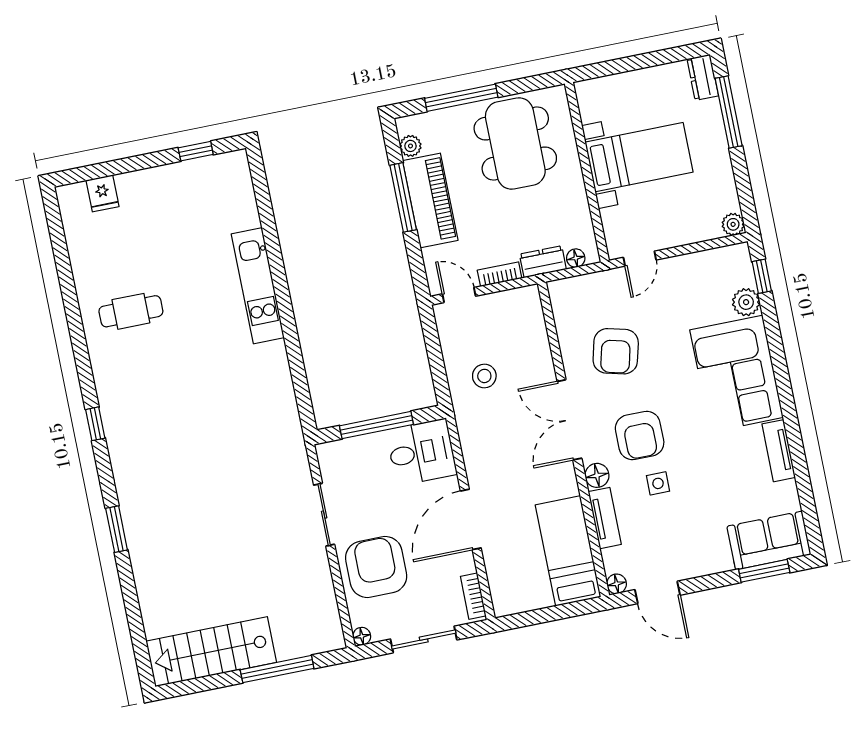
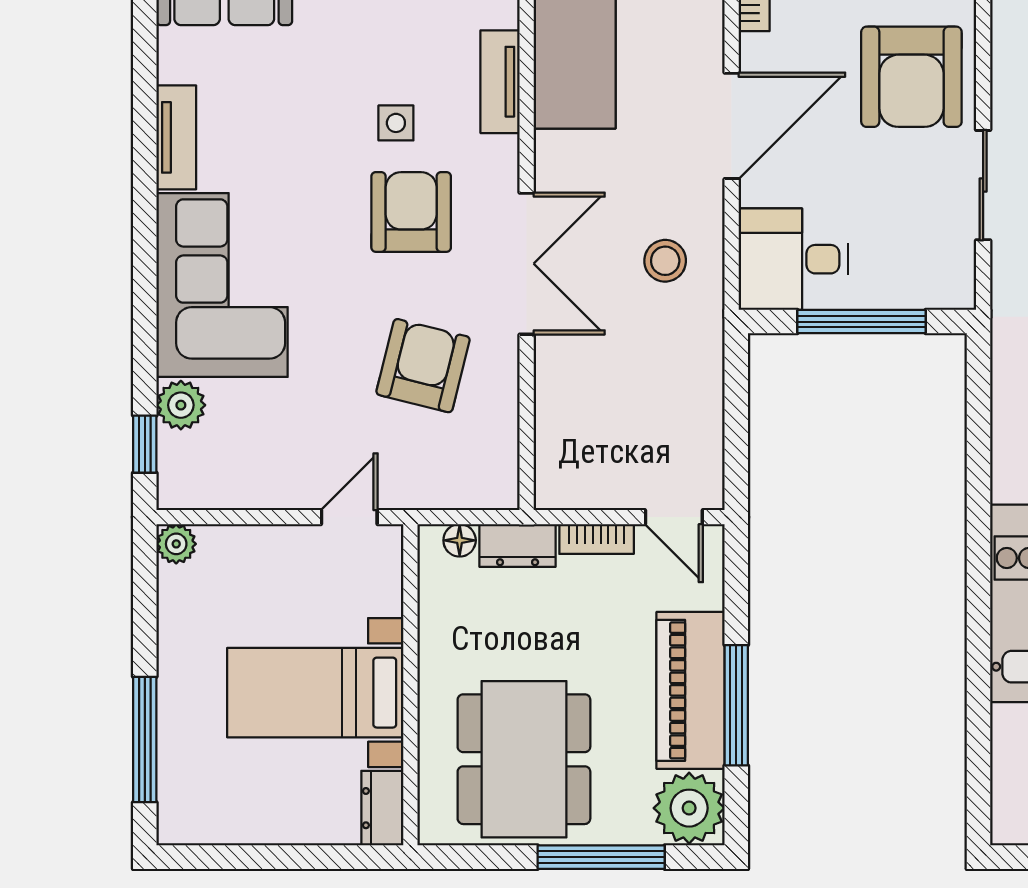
dresser: (703, 77) -> (382, 808), moved, turned 180
plant: (410, 146) -> (689, 808), width x1.87, depth x1.87
stool: (484, 376) -> (665, 261), moved
floor lamp: (597, 475) -> (499, 158), removed

